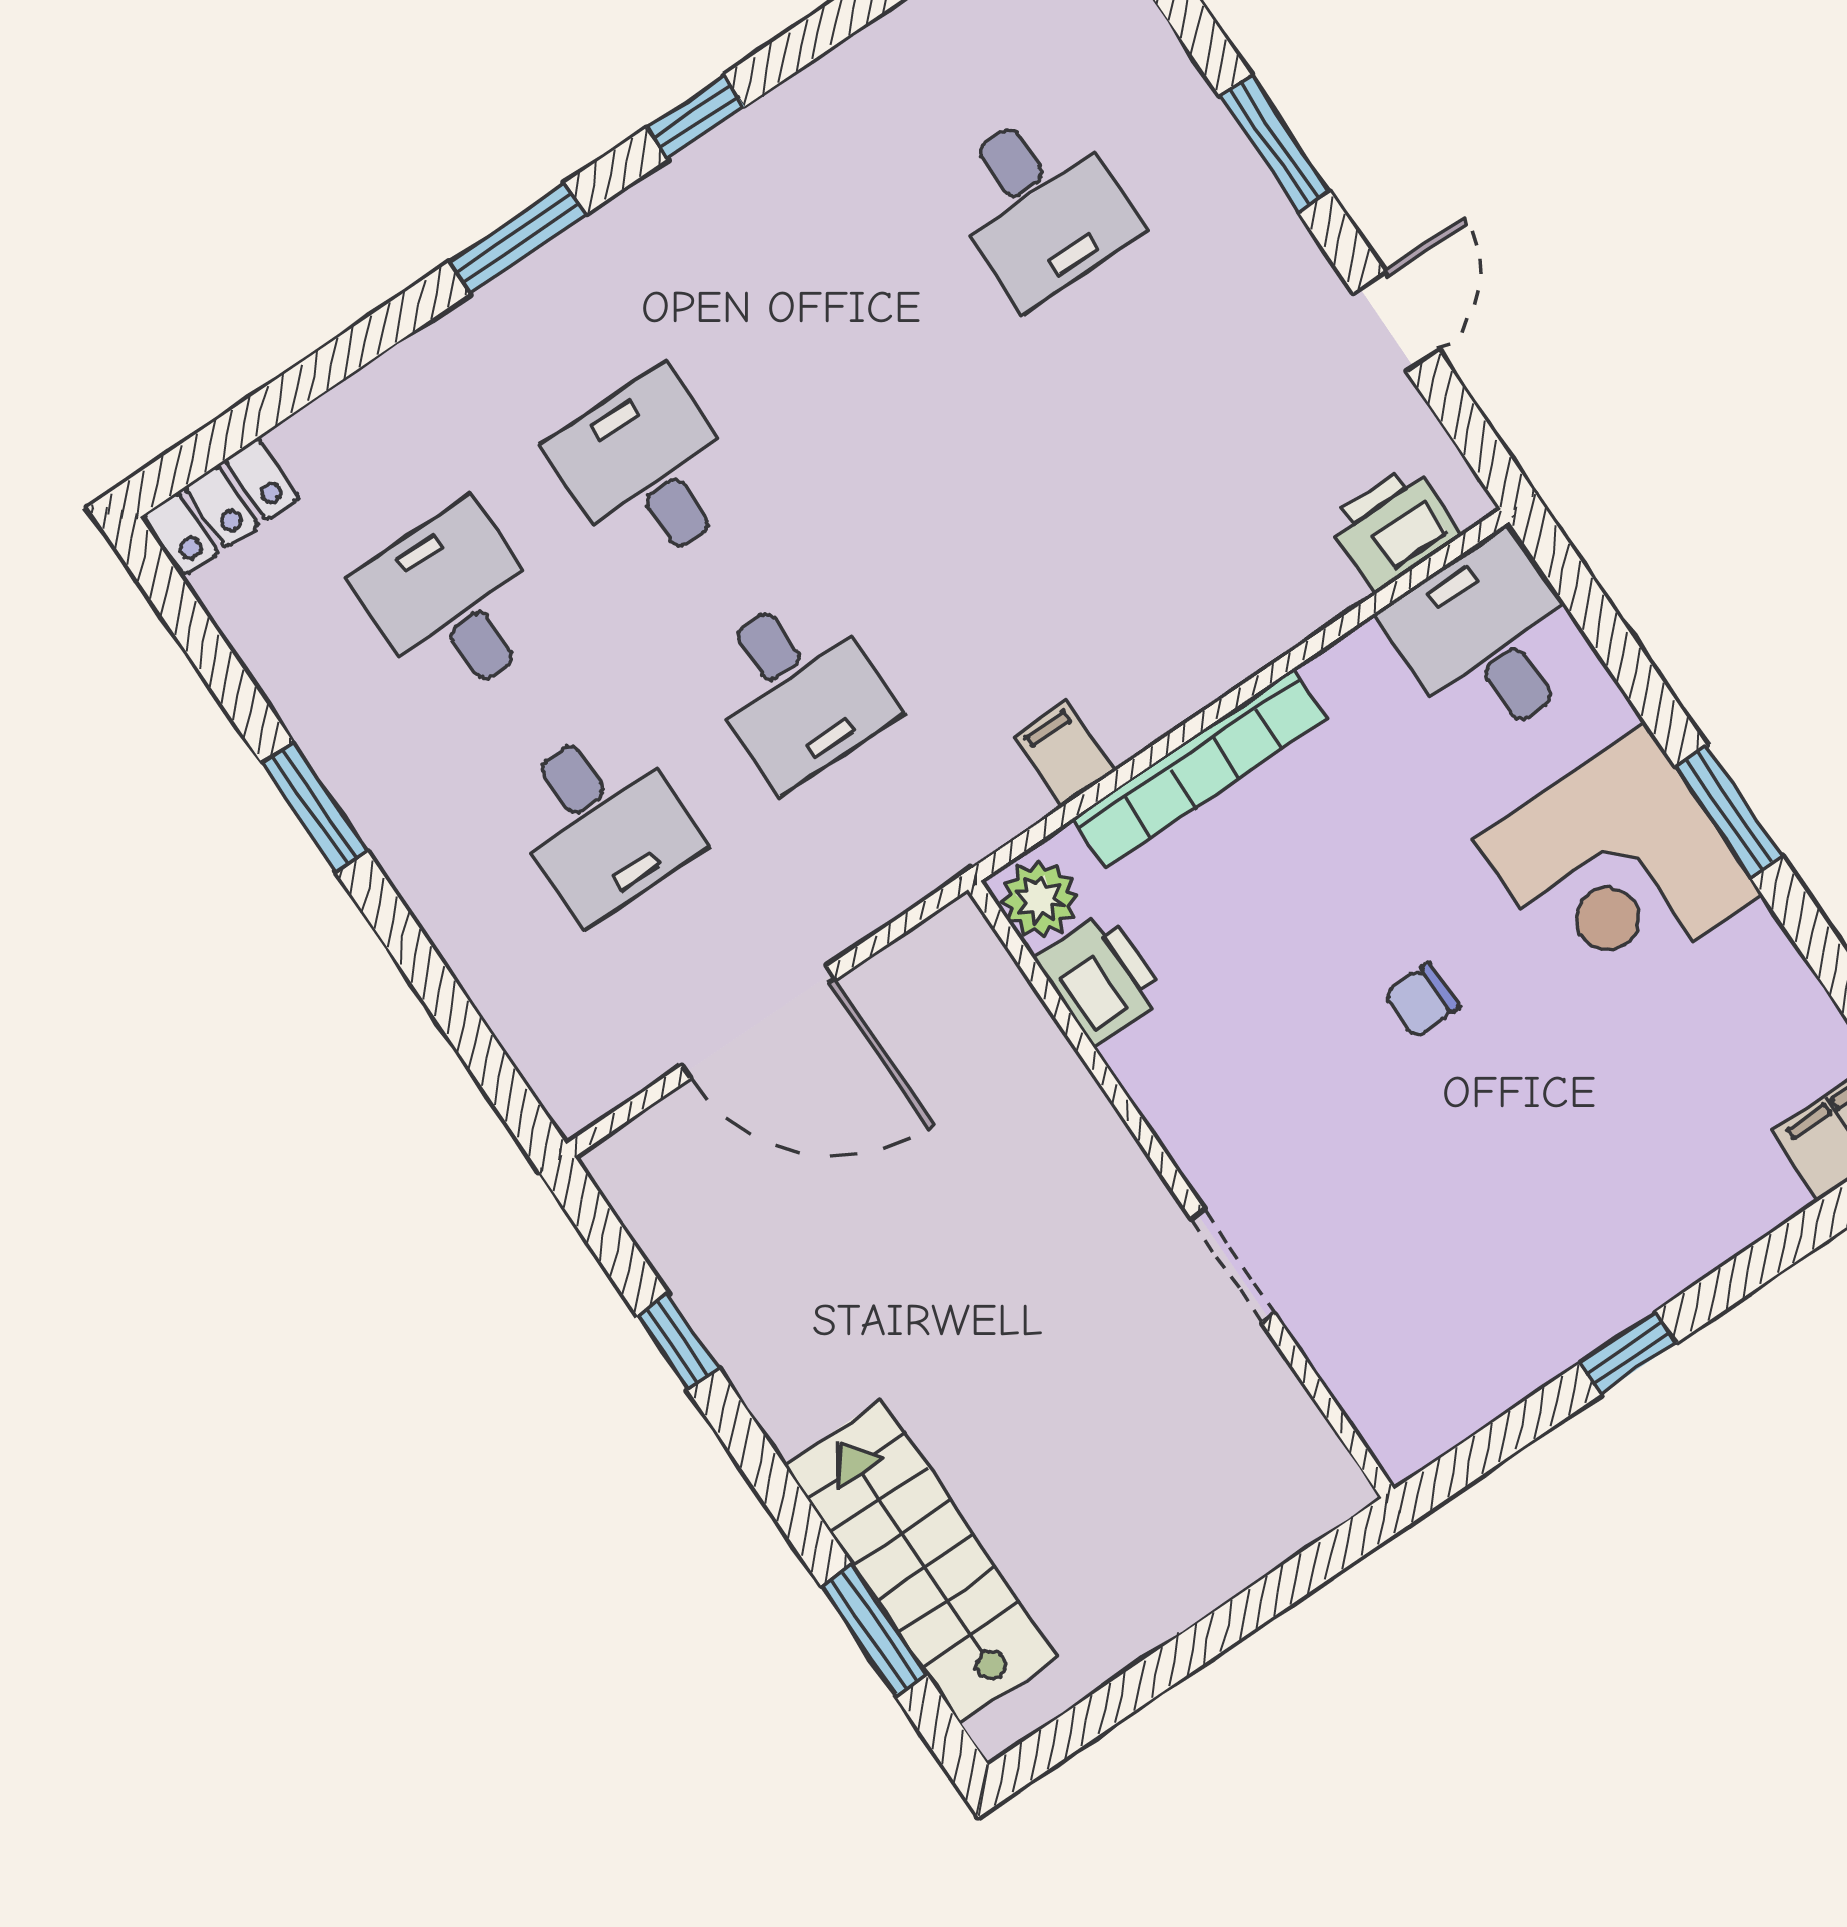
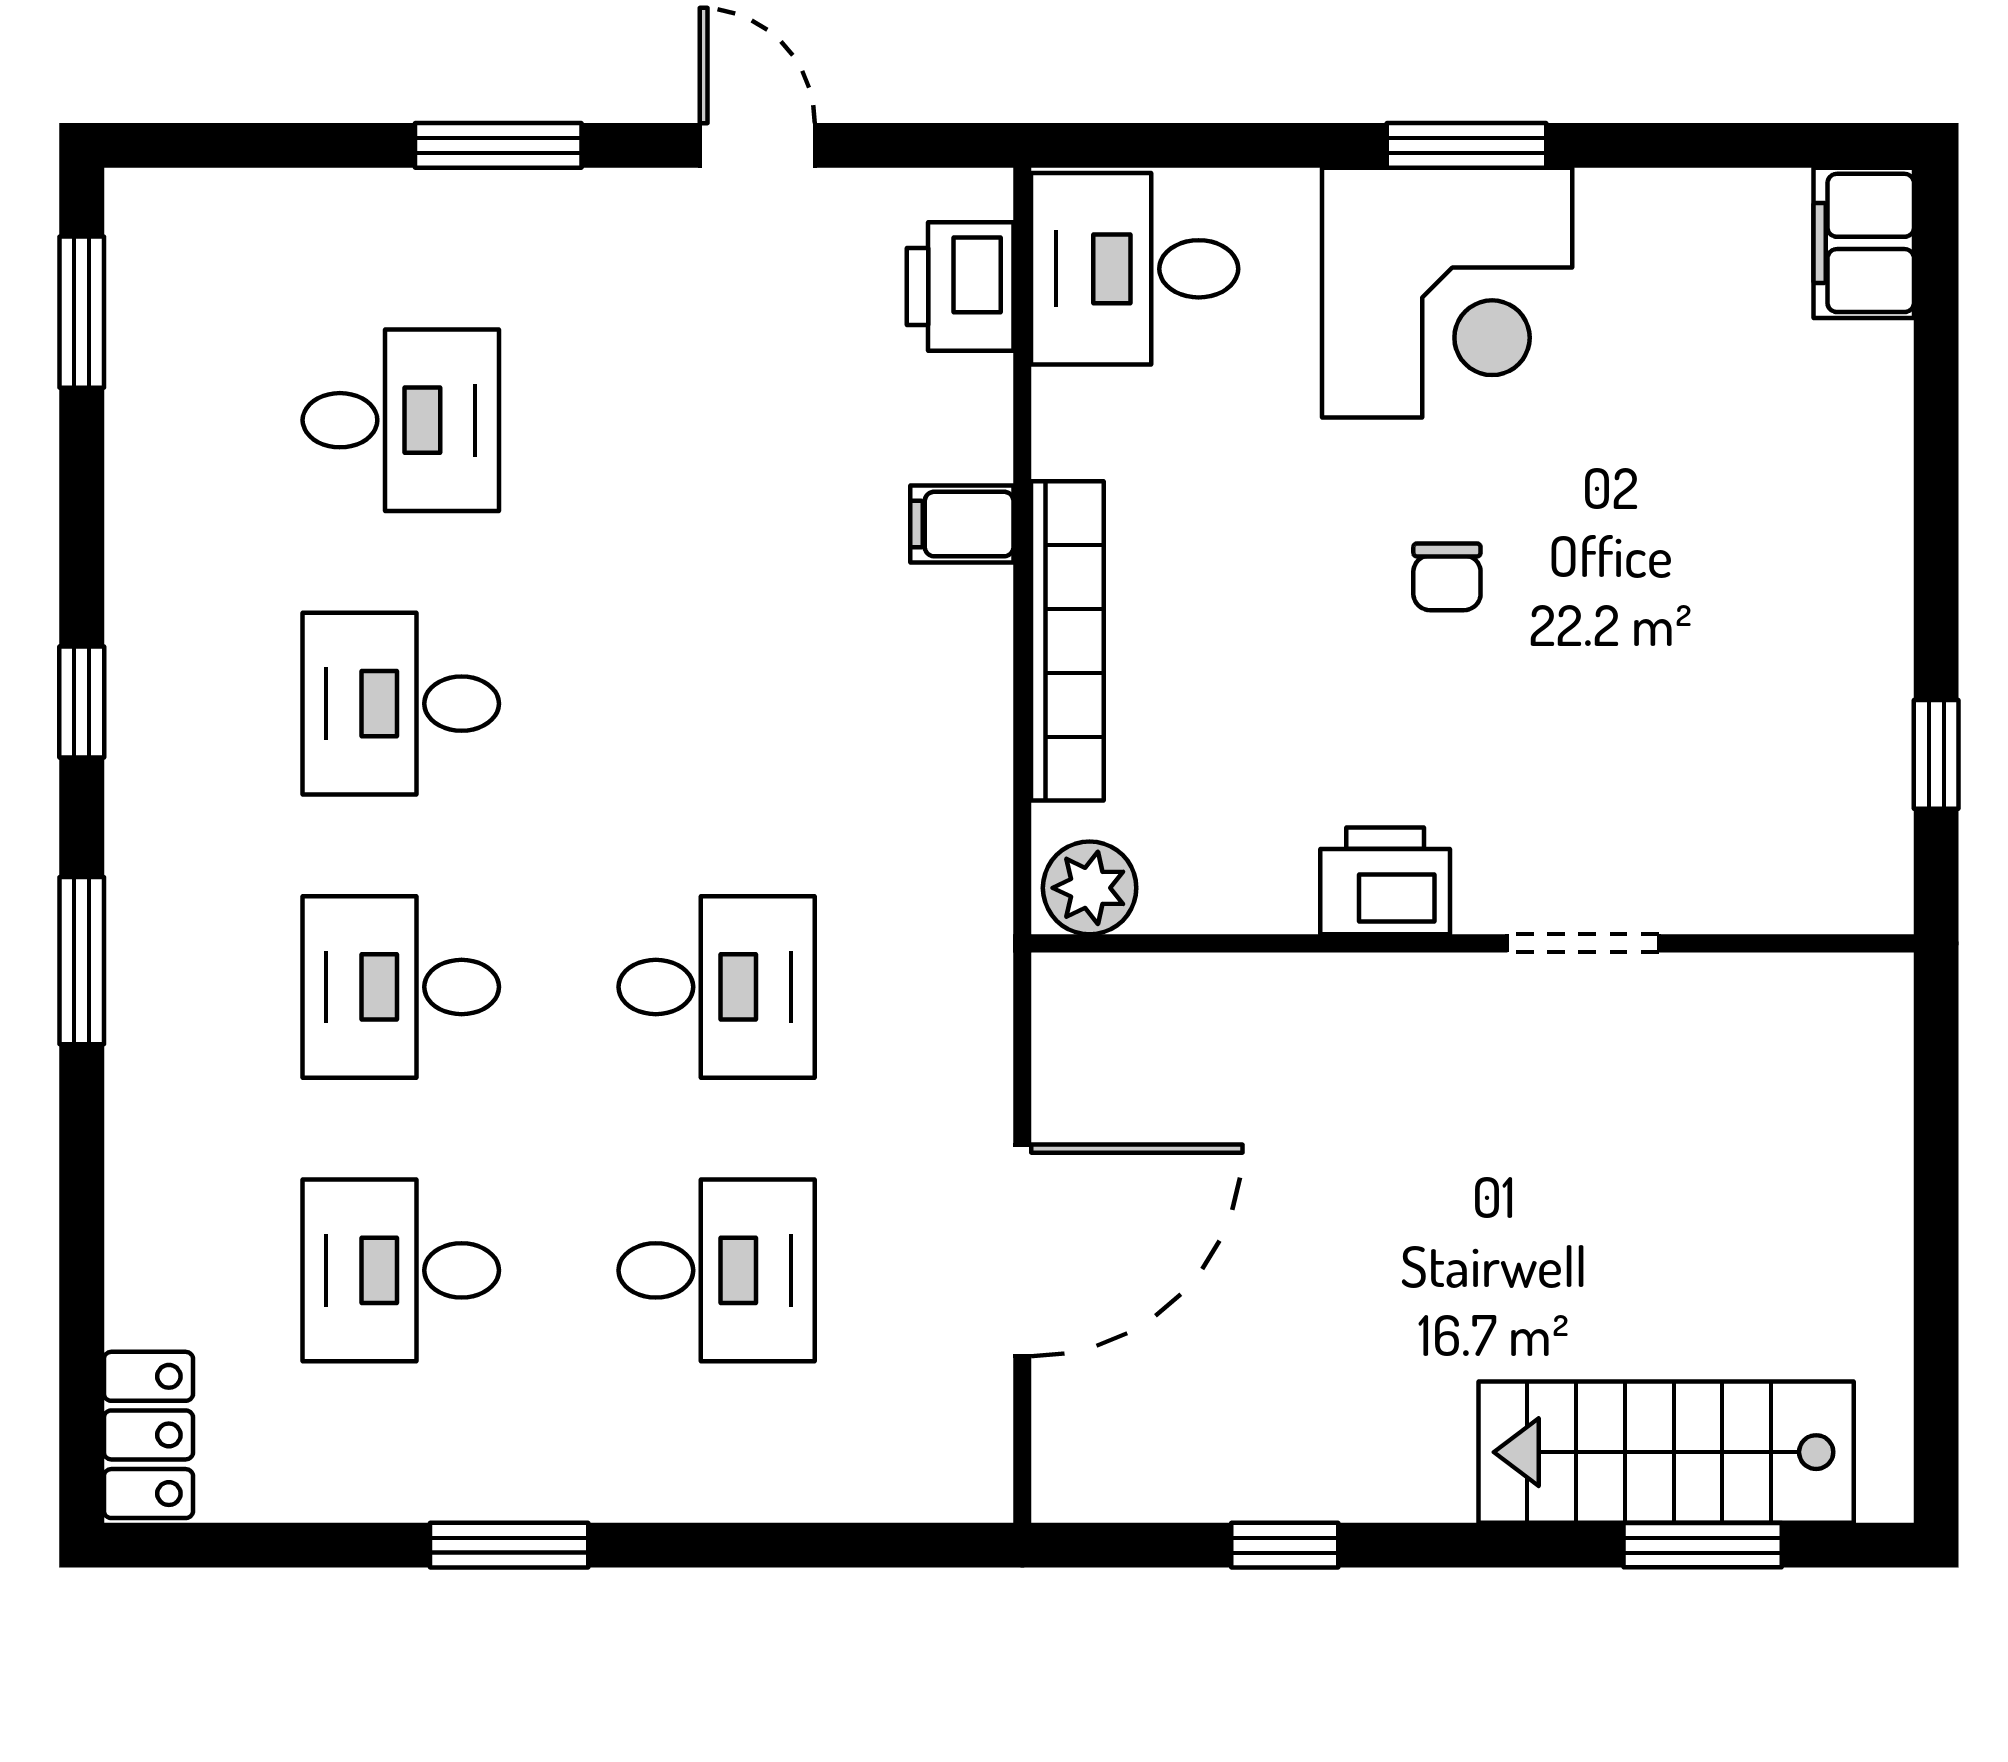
desk: (844, 338) -> (401, 704), added
filing cabinet: (1065, 754) -> (962, 524), moved
printer: (1100, 978) -> (1385, 881), moved
window: (1628, 1353) -> (1936, 754), moved

